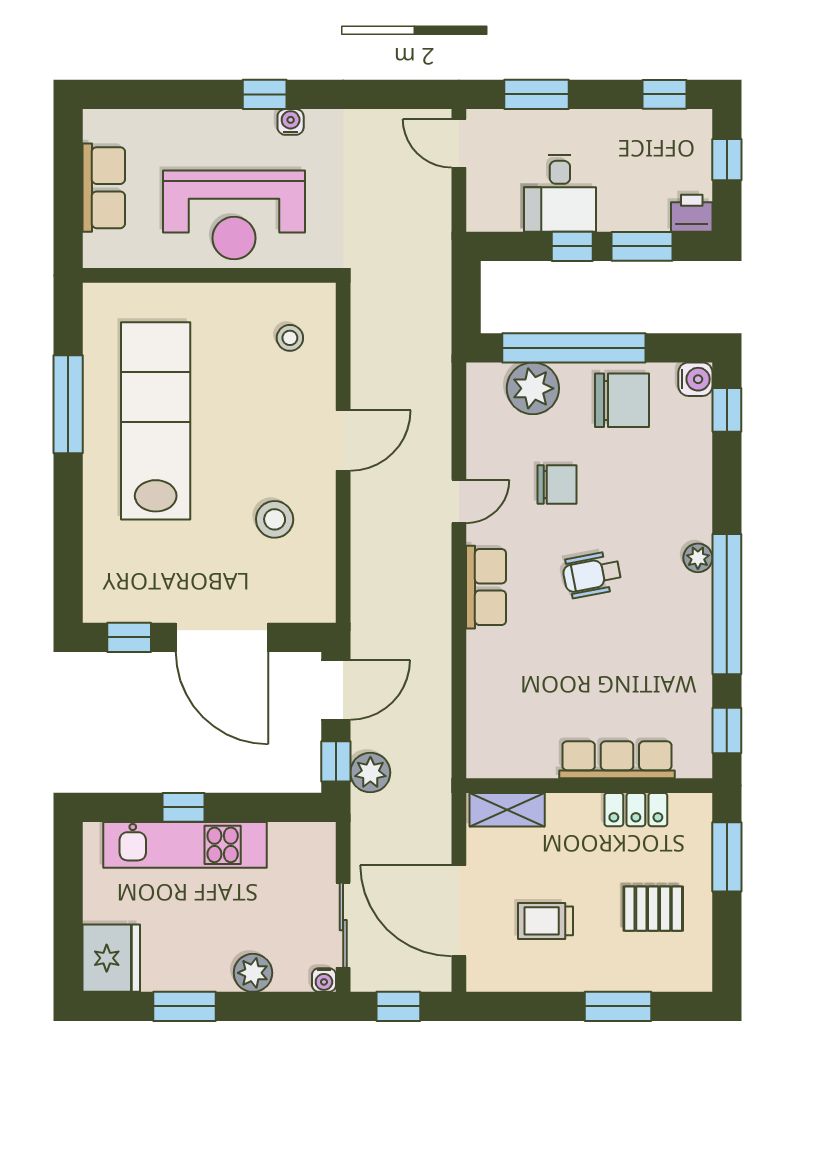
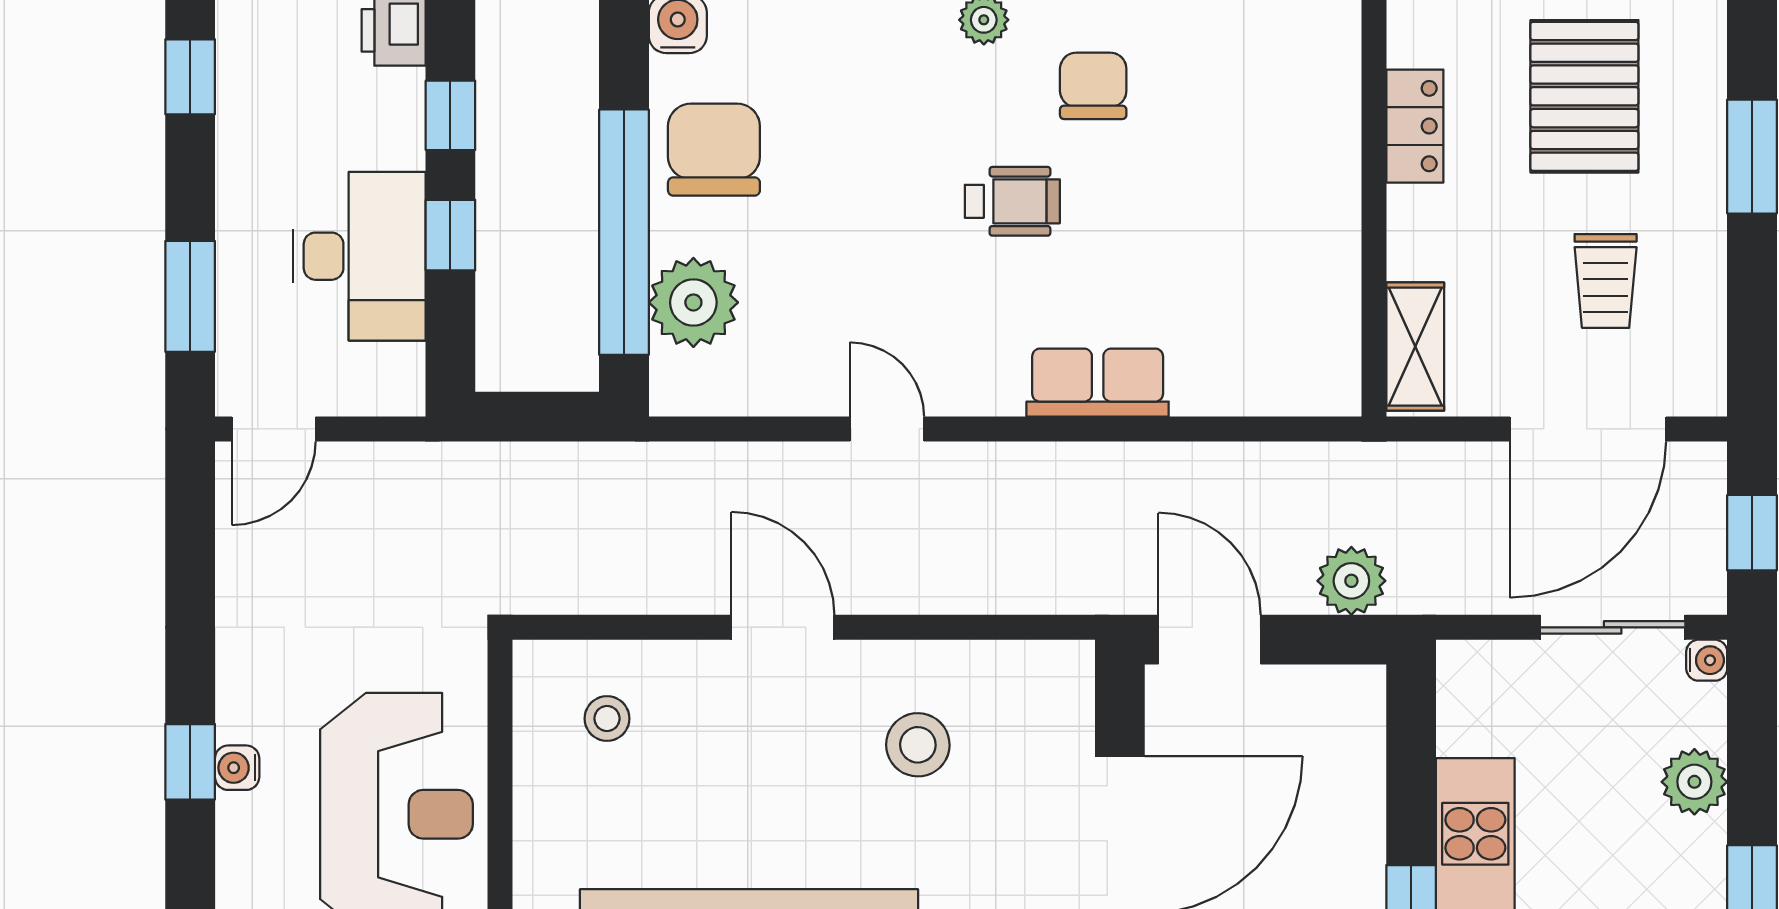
water cooler: (291, 122) -> (237, 768), moved
desk: (560, 193) -> (359, 256), width x1.37
window: (642, 246) -> (450, 115), width x0.67
chair: (557, 485) -> (1093, 86), moved
wheelchair: (592, 575) -> (1012, 201), turned -79
row of seats: (486, 587) -> (1098, 383), moved
row of seats: (617, 760) -> (1330, 158), removed
window: (336, 761) -> (1332, 640), removed
pallet: (653, 909) -> (1584, 96), width x1.50, depth x1.42

